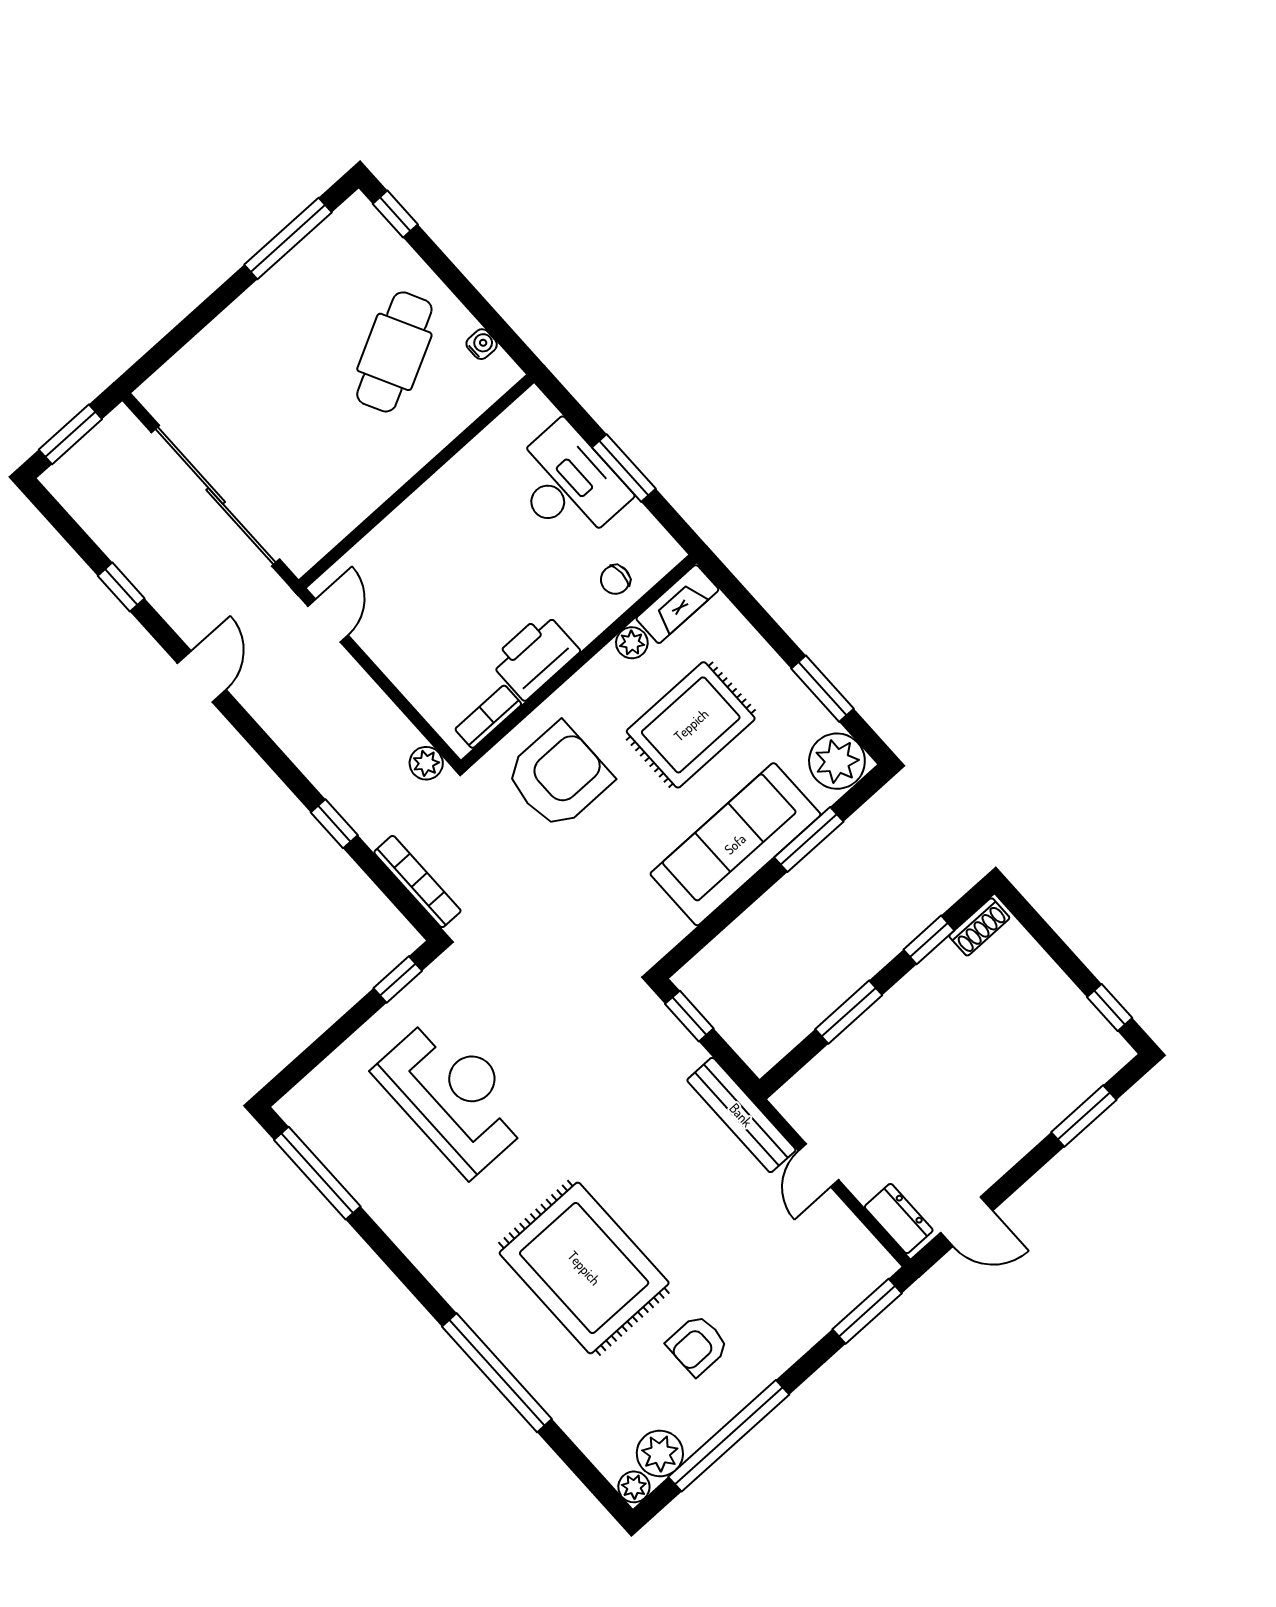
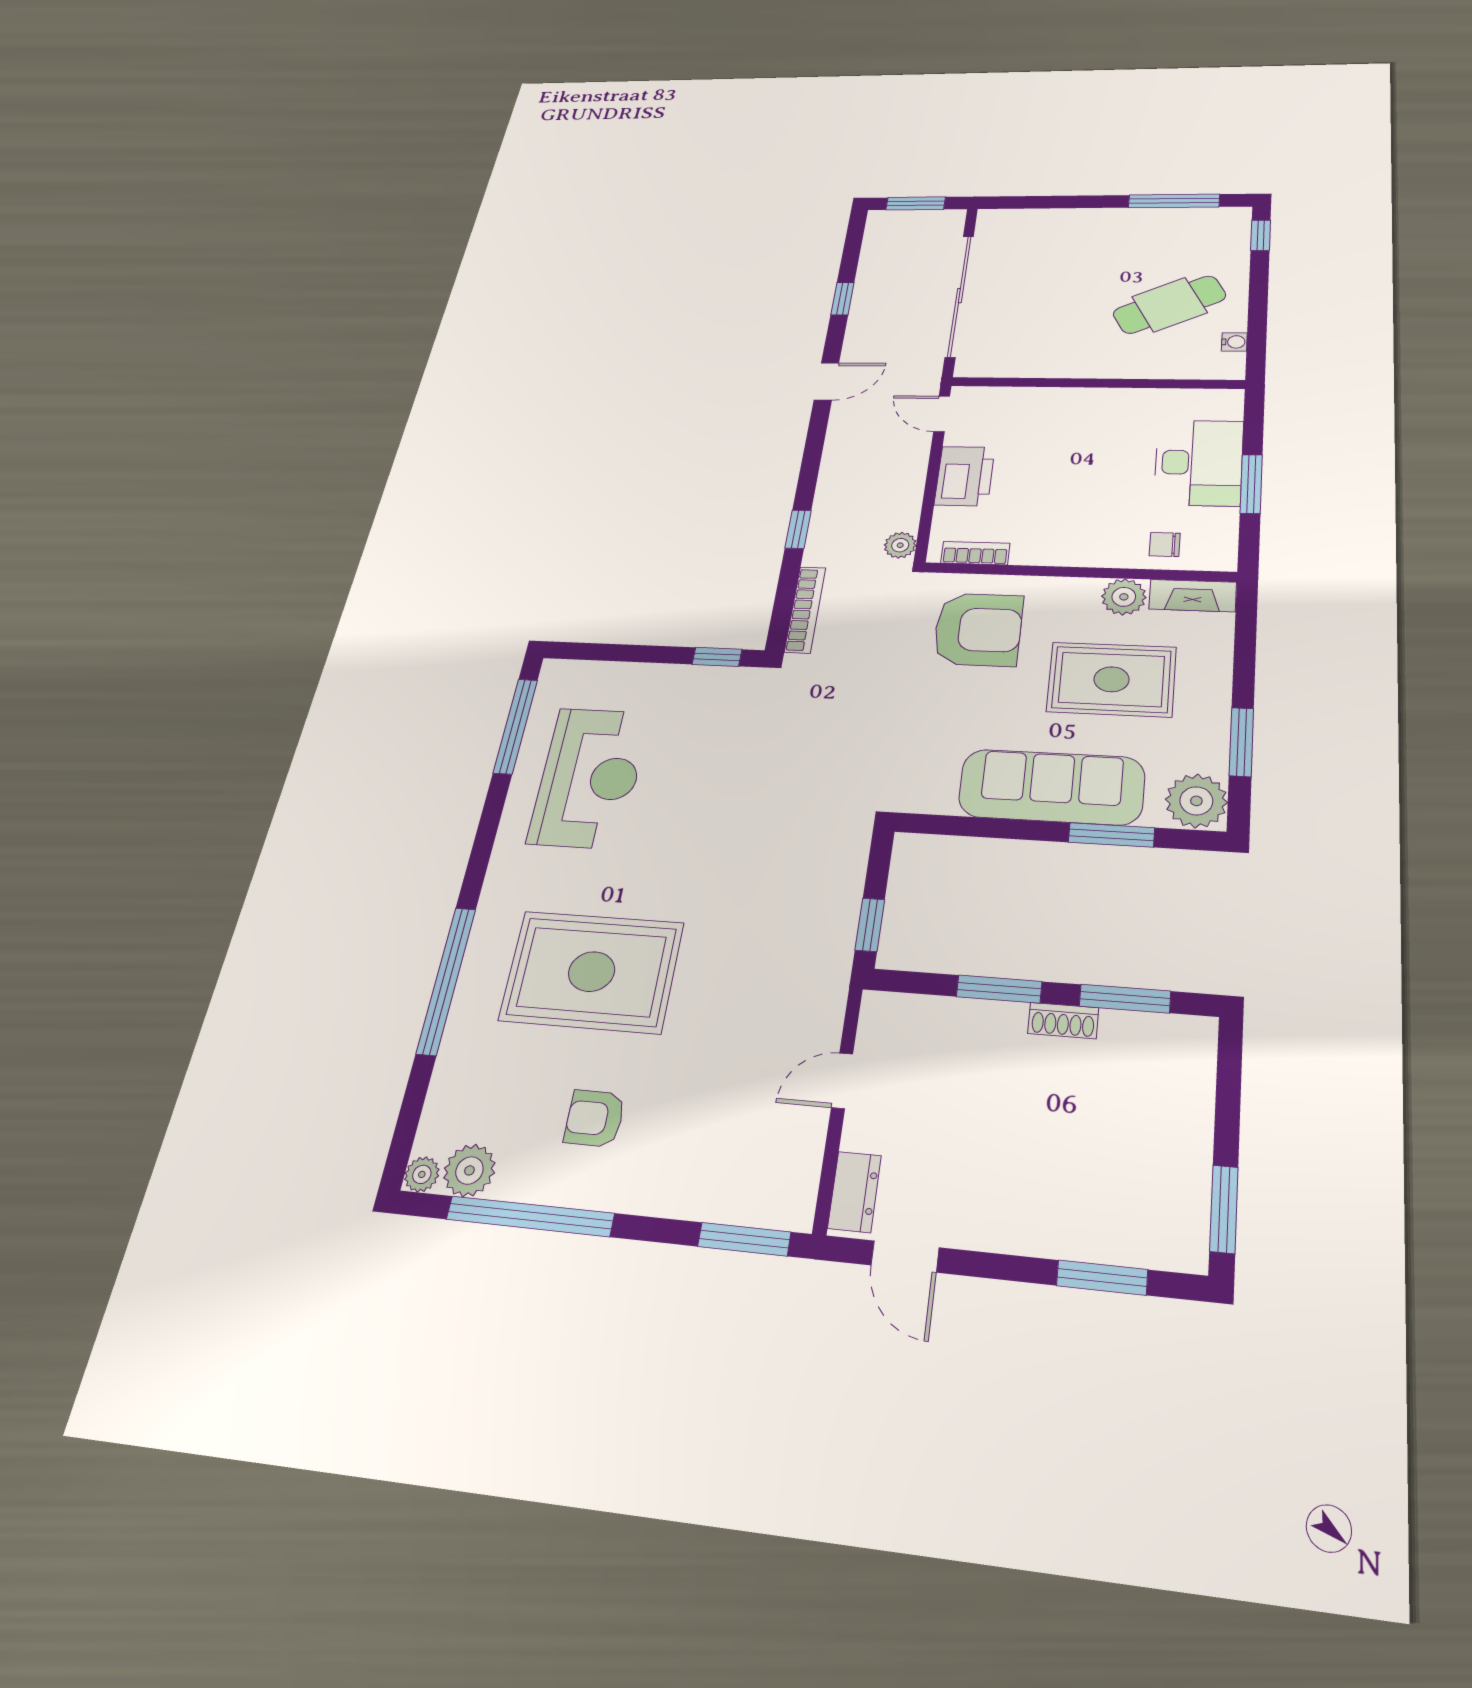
door: (328, 621) -> (942, 414), swing flipped
plant: (632, 643) -> (1124, 597), width x1.38, depth x1.38
printer: (535, 656) -> (965, 476), moved, turned 90
shoe rack: (979, 927) -> (1063, 1021), moved
window: (929, 940) -> (1125, 999), width x1.50
window: (1110, 1007) -> (1224, 1209), width x1.50
window: (689, 1016) -> (870, 925), moved
reception desk: (454, 1095) -> (589, 777), moved
bench: (741, 1115) -> (830, 981), removed
rug: (584, 1268) -> (592, 972), turned 90

